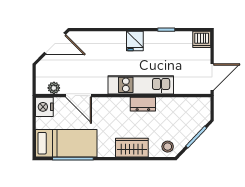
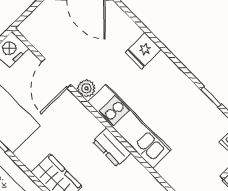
fridge: (135, 41) -> (143, 51), moved
plant: (54, 88) -> (86, 88), moved

